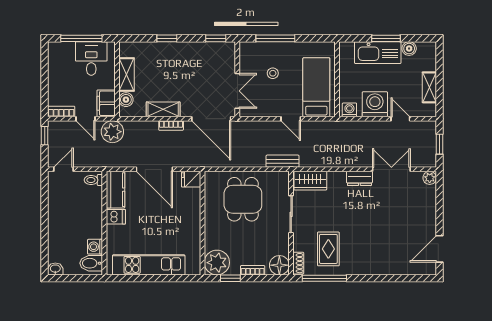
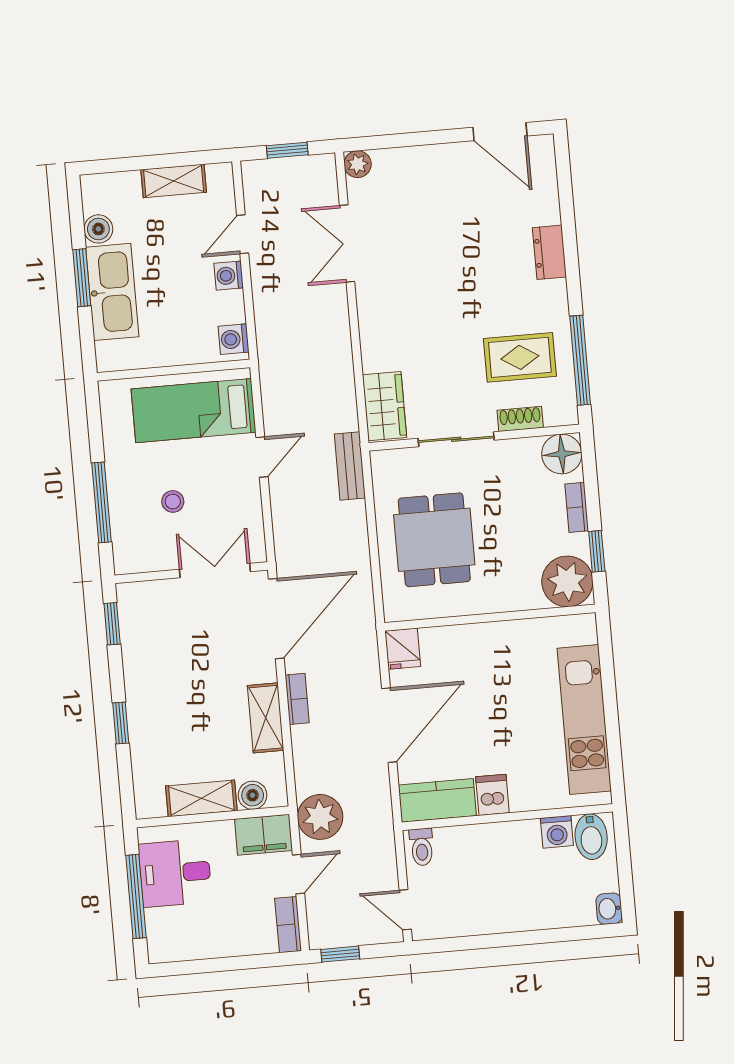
washing machine: (375, 104) -> (229, 276), width x0.53, depth x0.53
dresser: (359, 178) -> (549, 252), moved, turned 180
dining table: (243, 199) -> (434, 540), turned 90
shoe rack: (298, 263) -> (520, 419), moved

